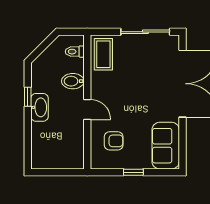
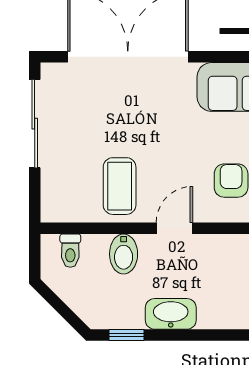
coffee table: (103, 54) -> (120, 186), moved, turned 90
window: (28, 97) -> (126, 335), moved

